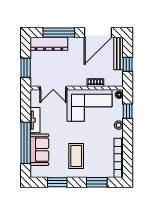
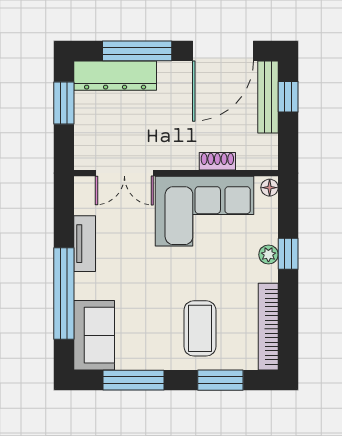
window: (128, 64) -> (288, 97), moved
window: (26, 68) -> (64, 103), moved
window: (128, 111) -> (288, 254), moved
sofa: (39, 150) -> (94, 335), moved
coffee table: (76, 156) -> (200, 328), moved
window: (57, 182) -> (134, 380), width x1.44

